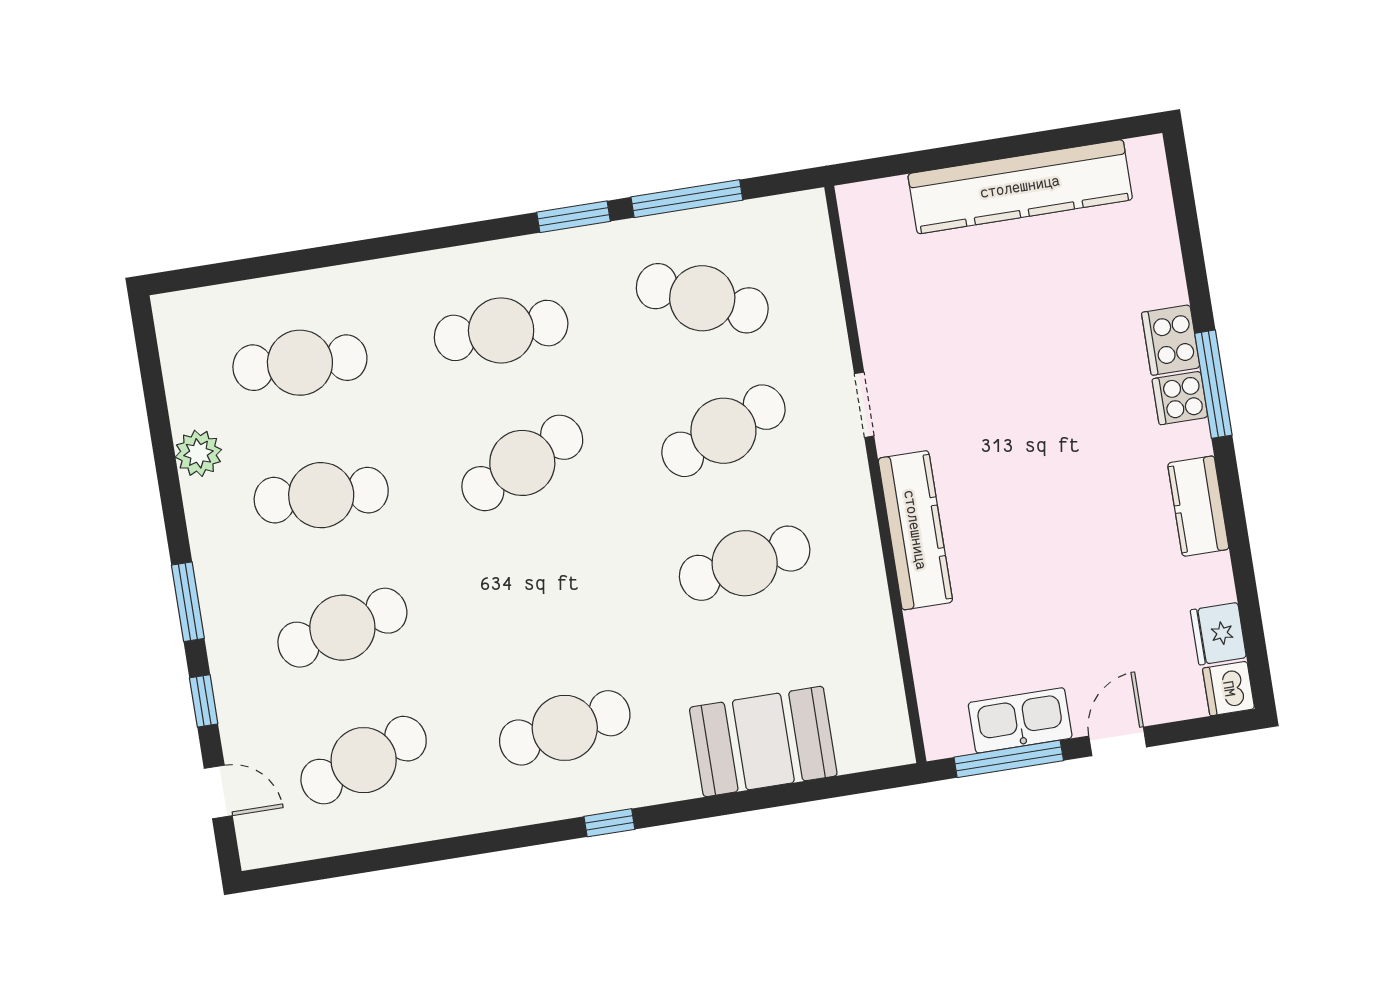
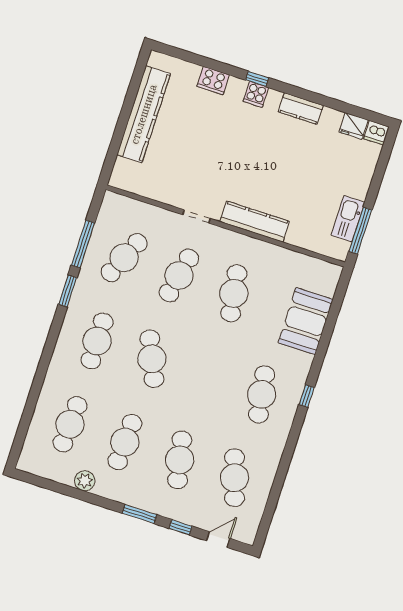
cooker: (1171, 340) -> (213, 81), moved
window: (1213, 384) -> (257, 79), width x0.46
cafe table: (723, 431) -> (179, 276), turned 33
door: (1118, 741) -> (375, 186), removed

